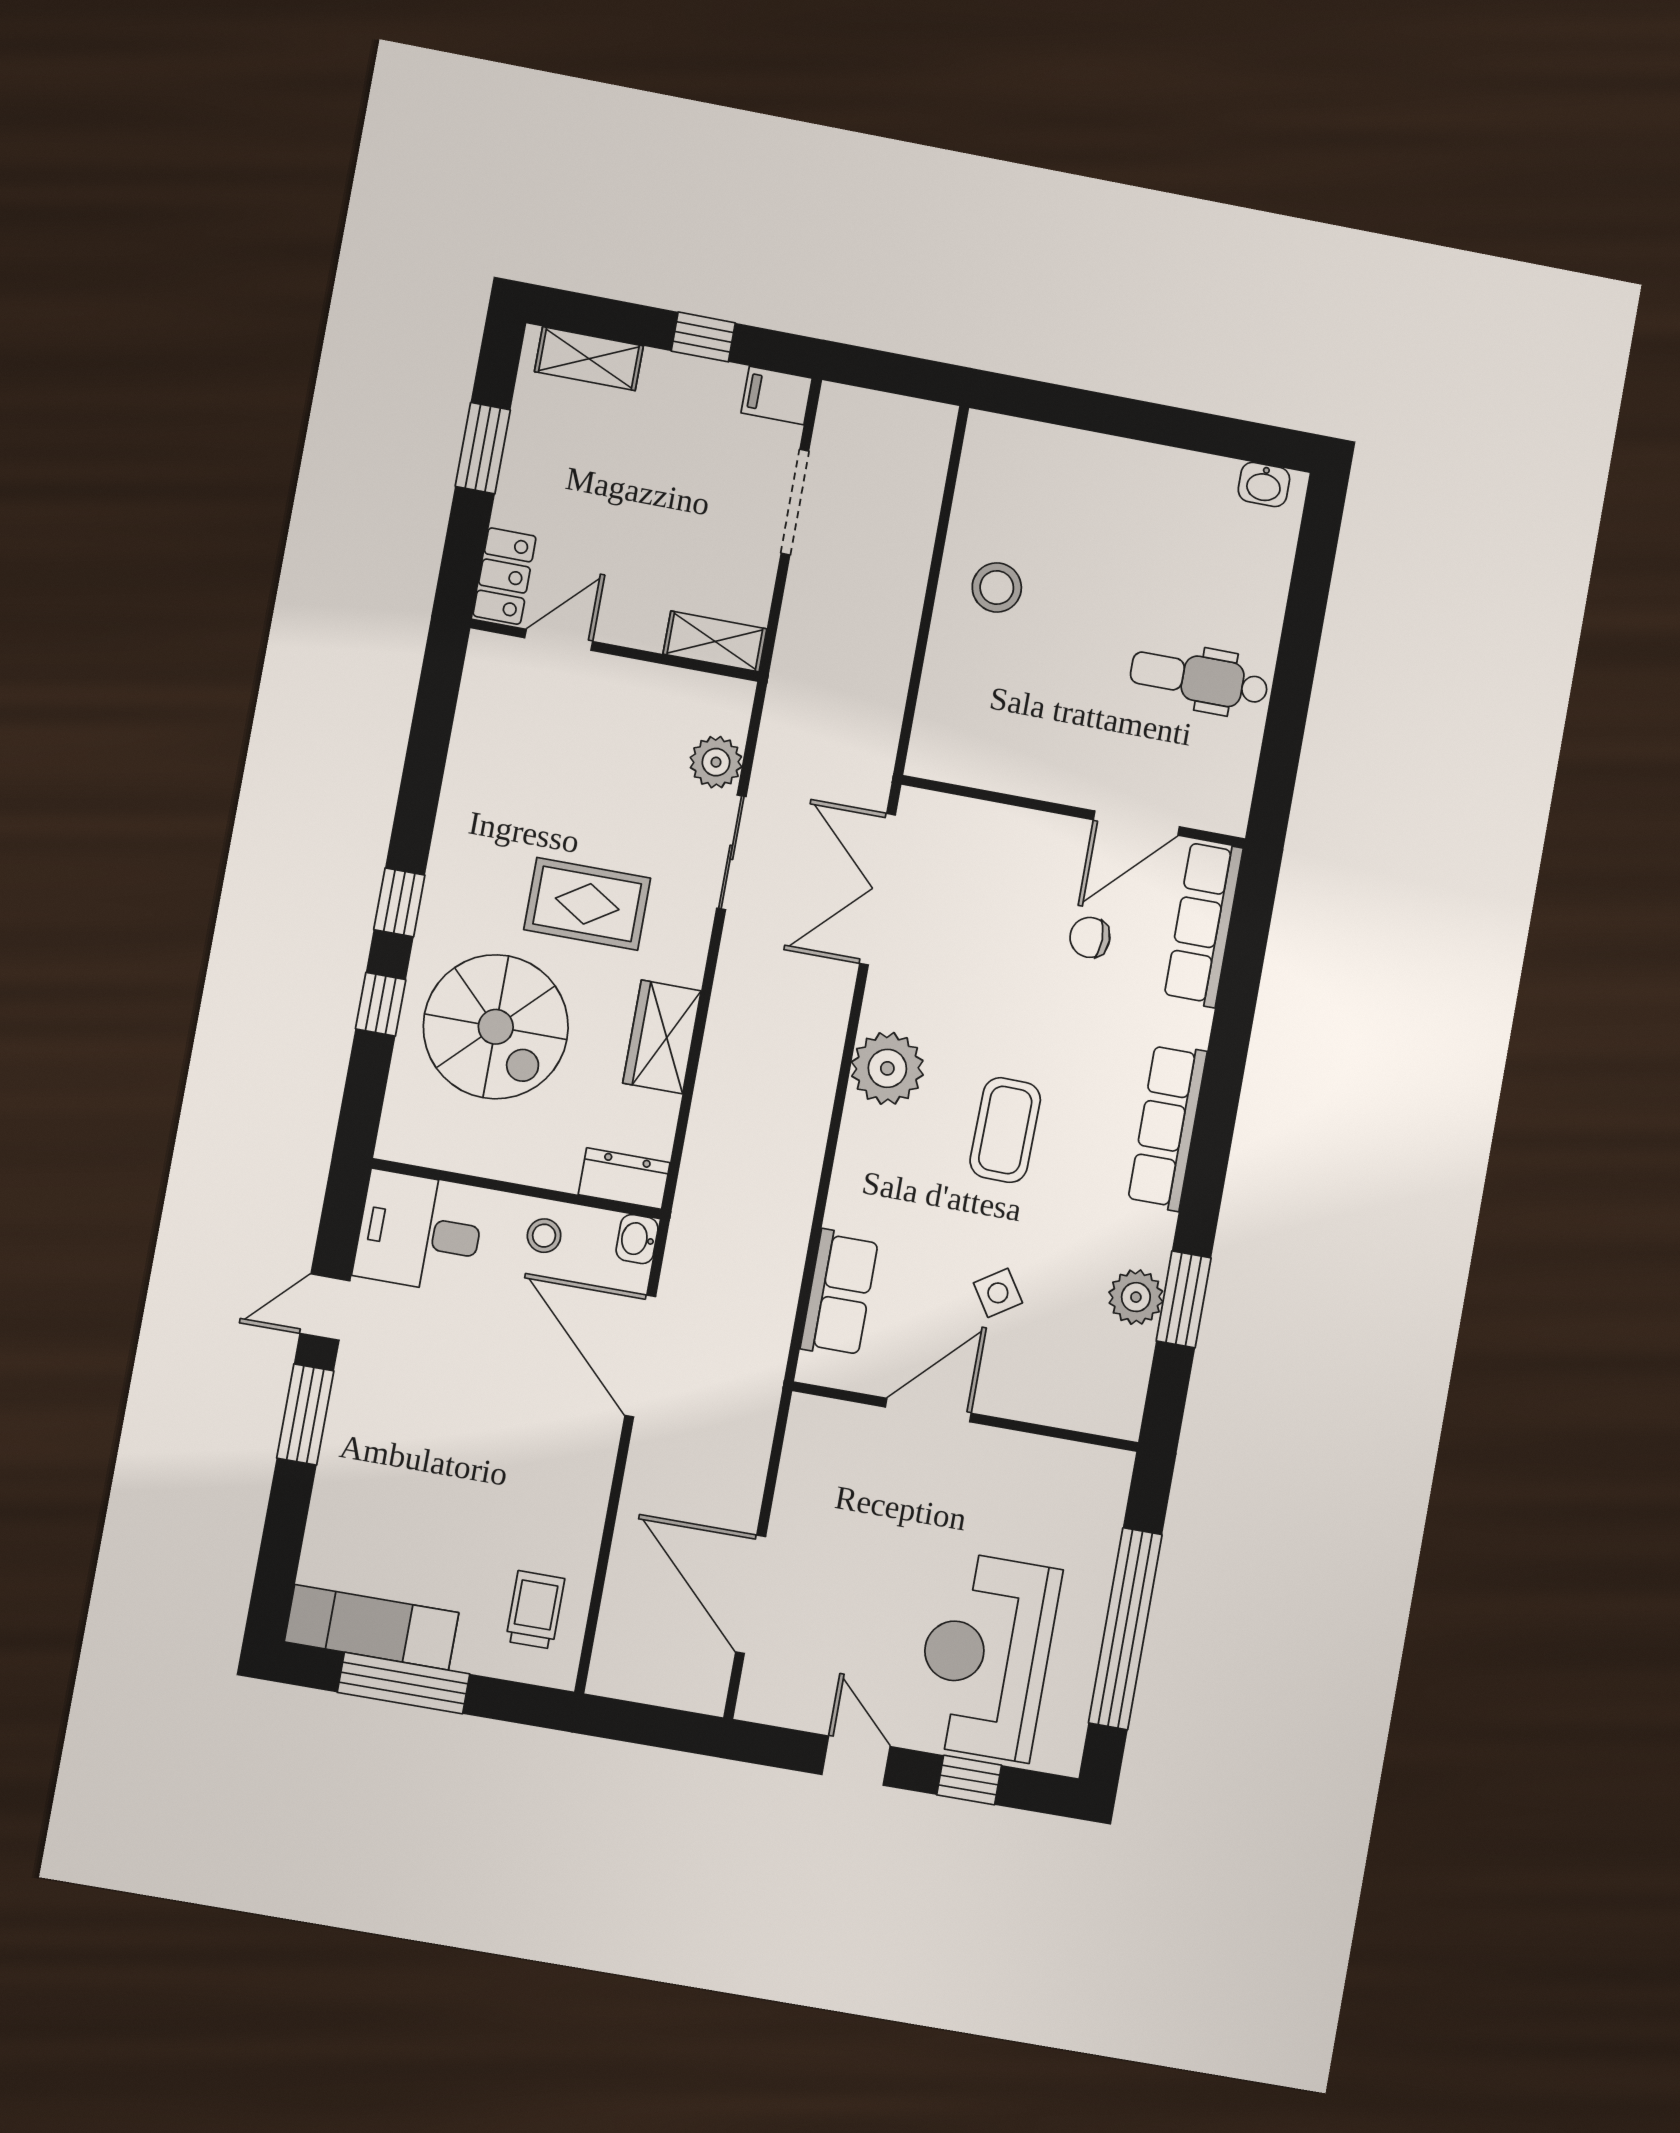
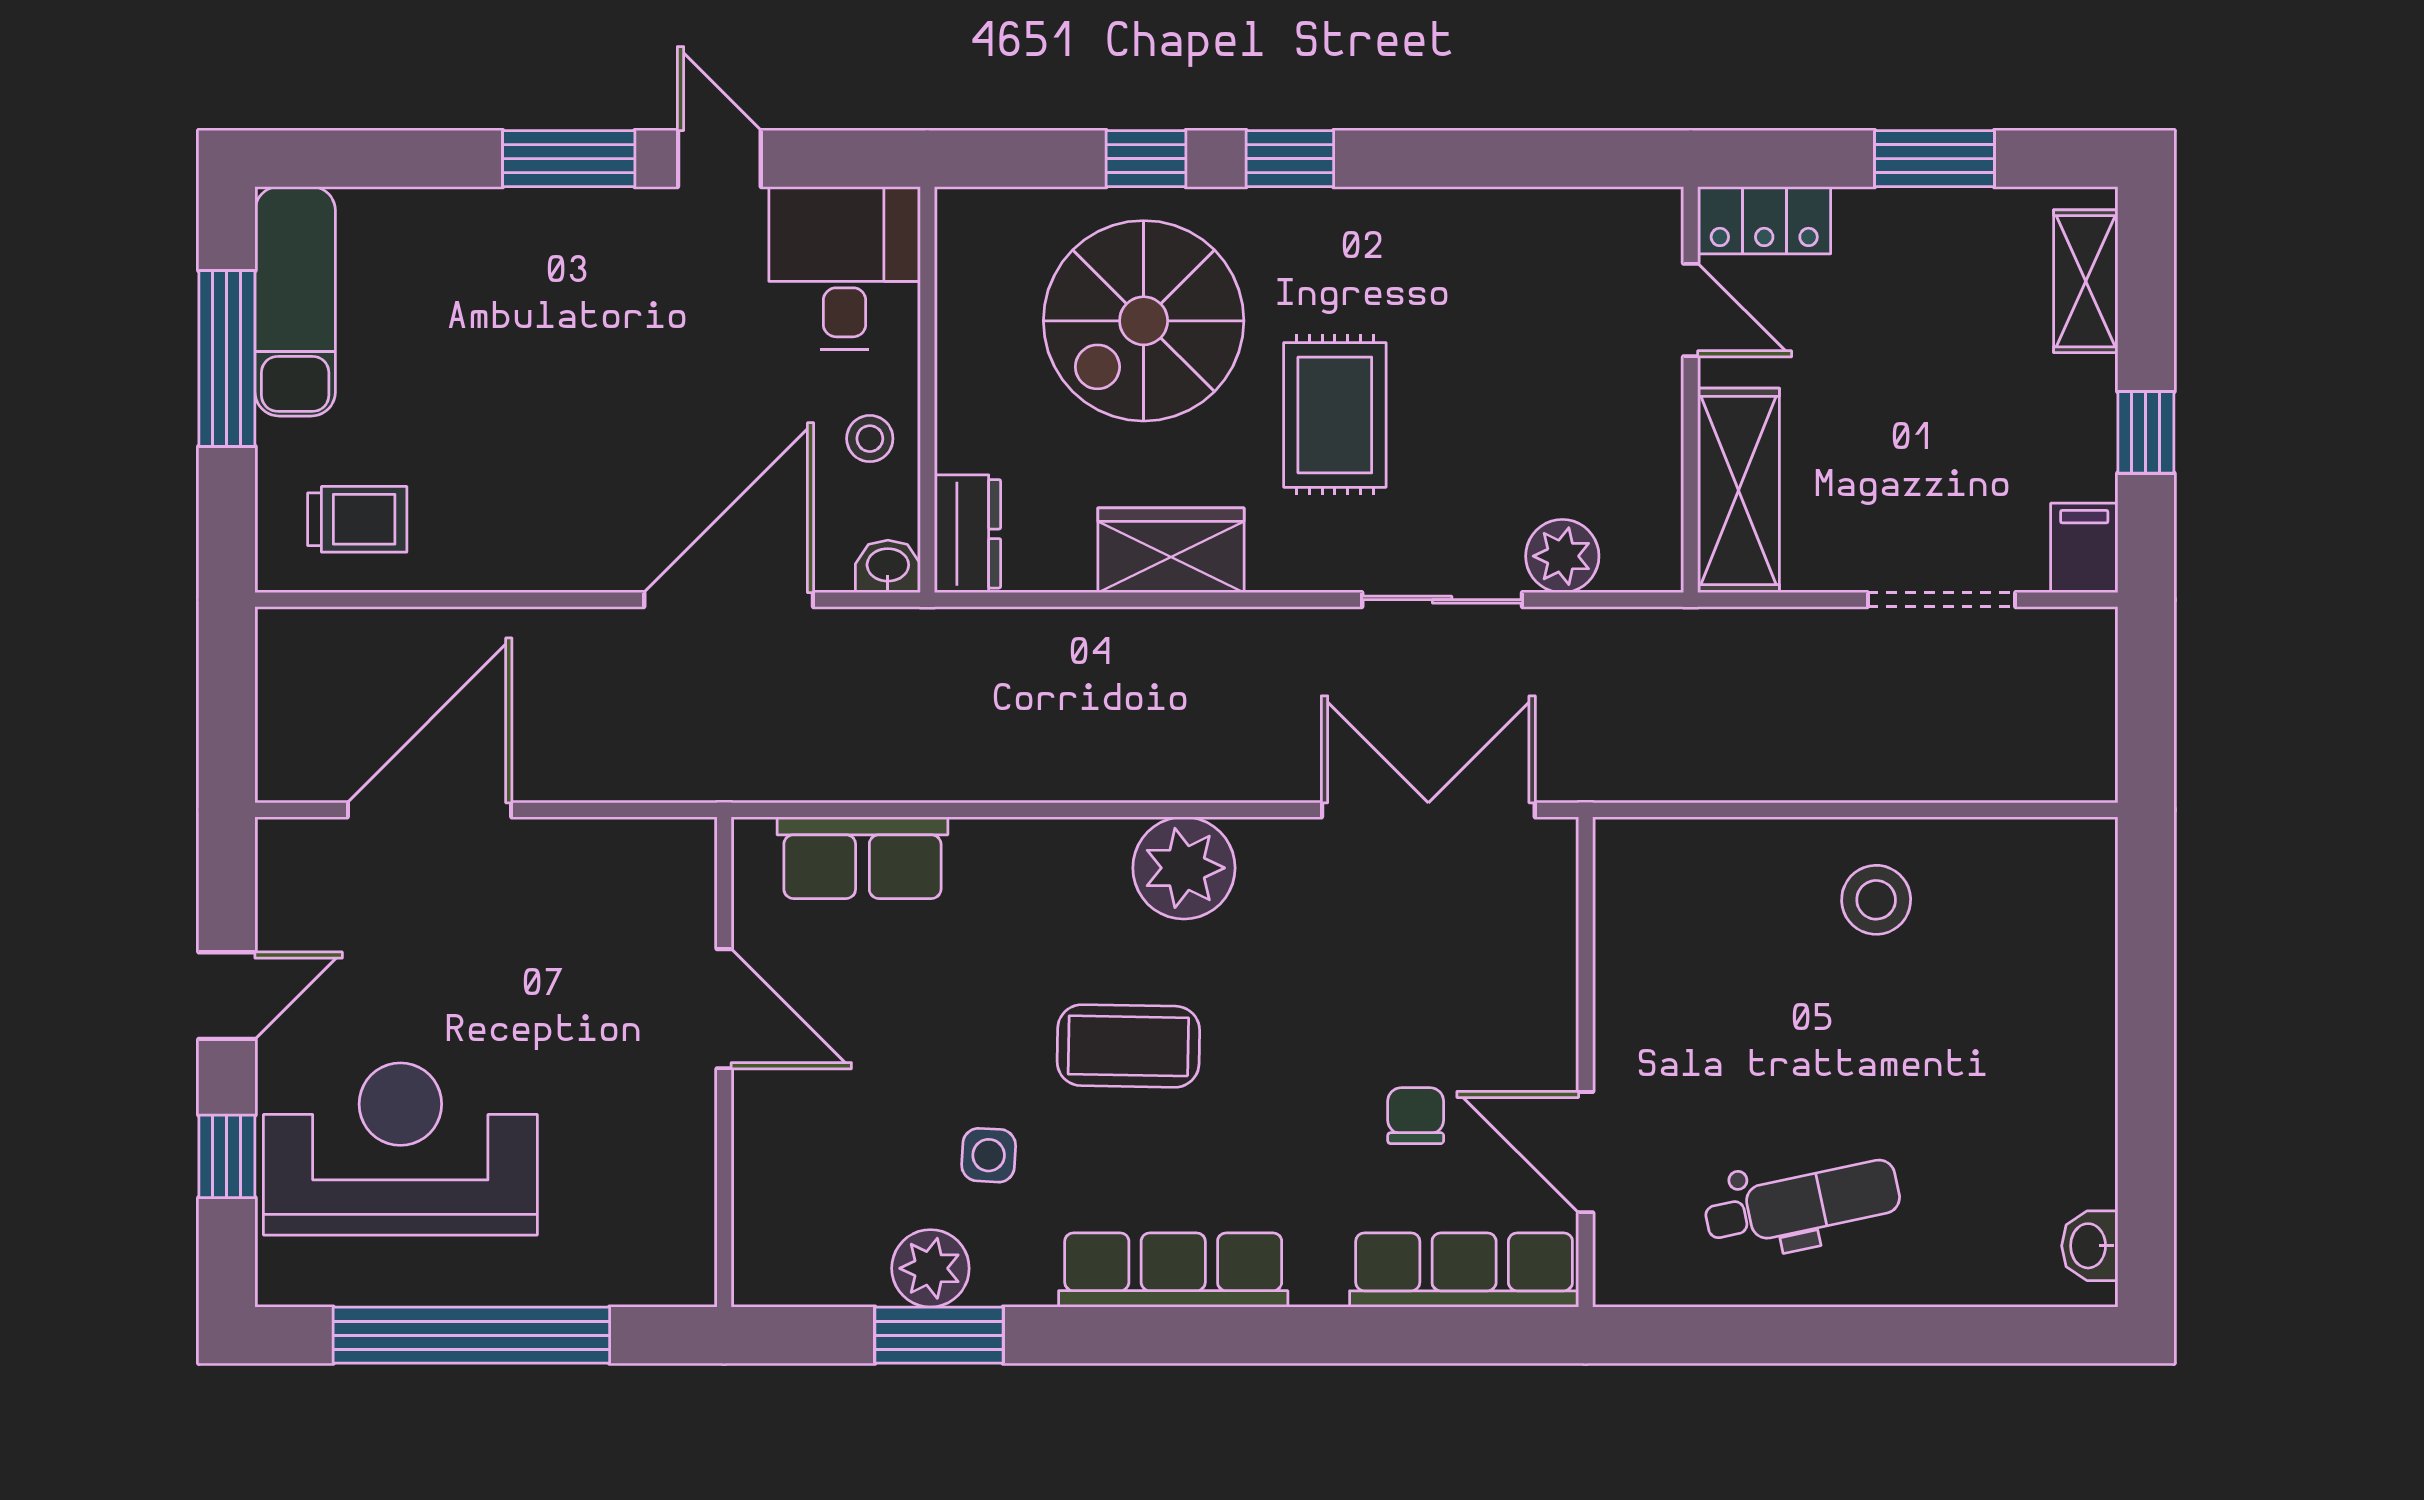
shelving: (715, 641) -> (1739, 490), width x1.50, depth x1.33
dental chair: (1199, 679) -> (1802, 1204), turned 78
side table: (998, 1293) -> (989, 1155), moved, turned 36

